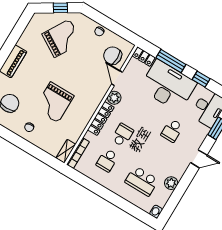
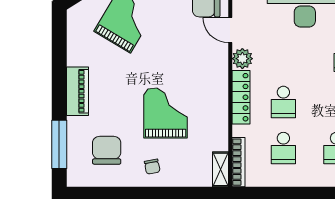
grand piano: (54, 102) -> (166, 113), turned 180
school desk: (122, 135) -> (283, 102), turned 180

